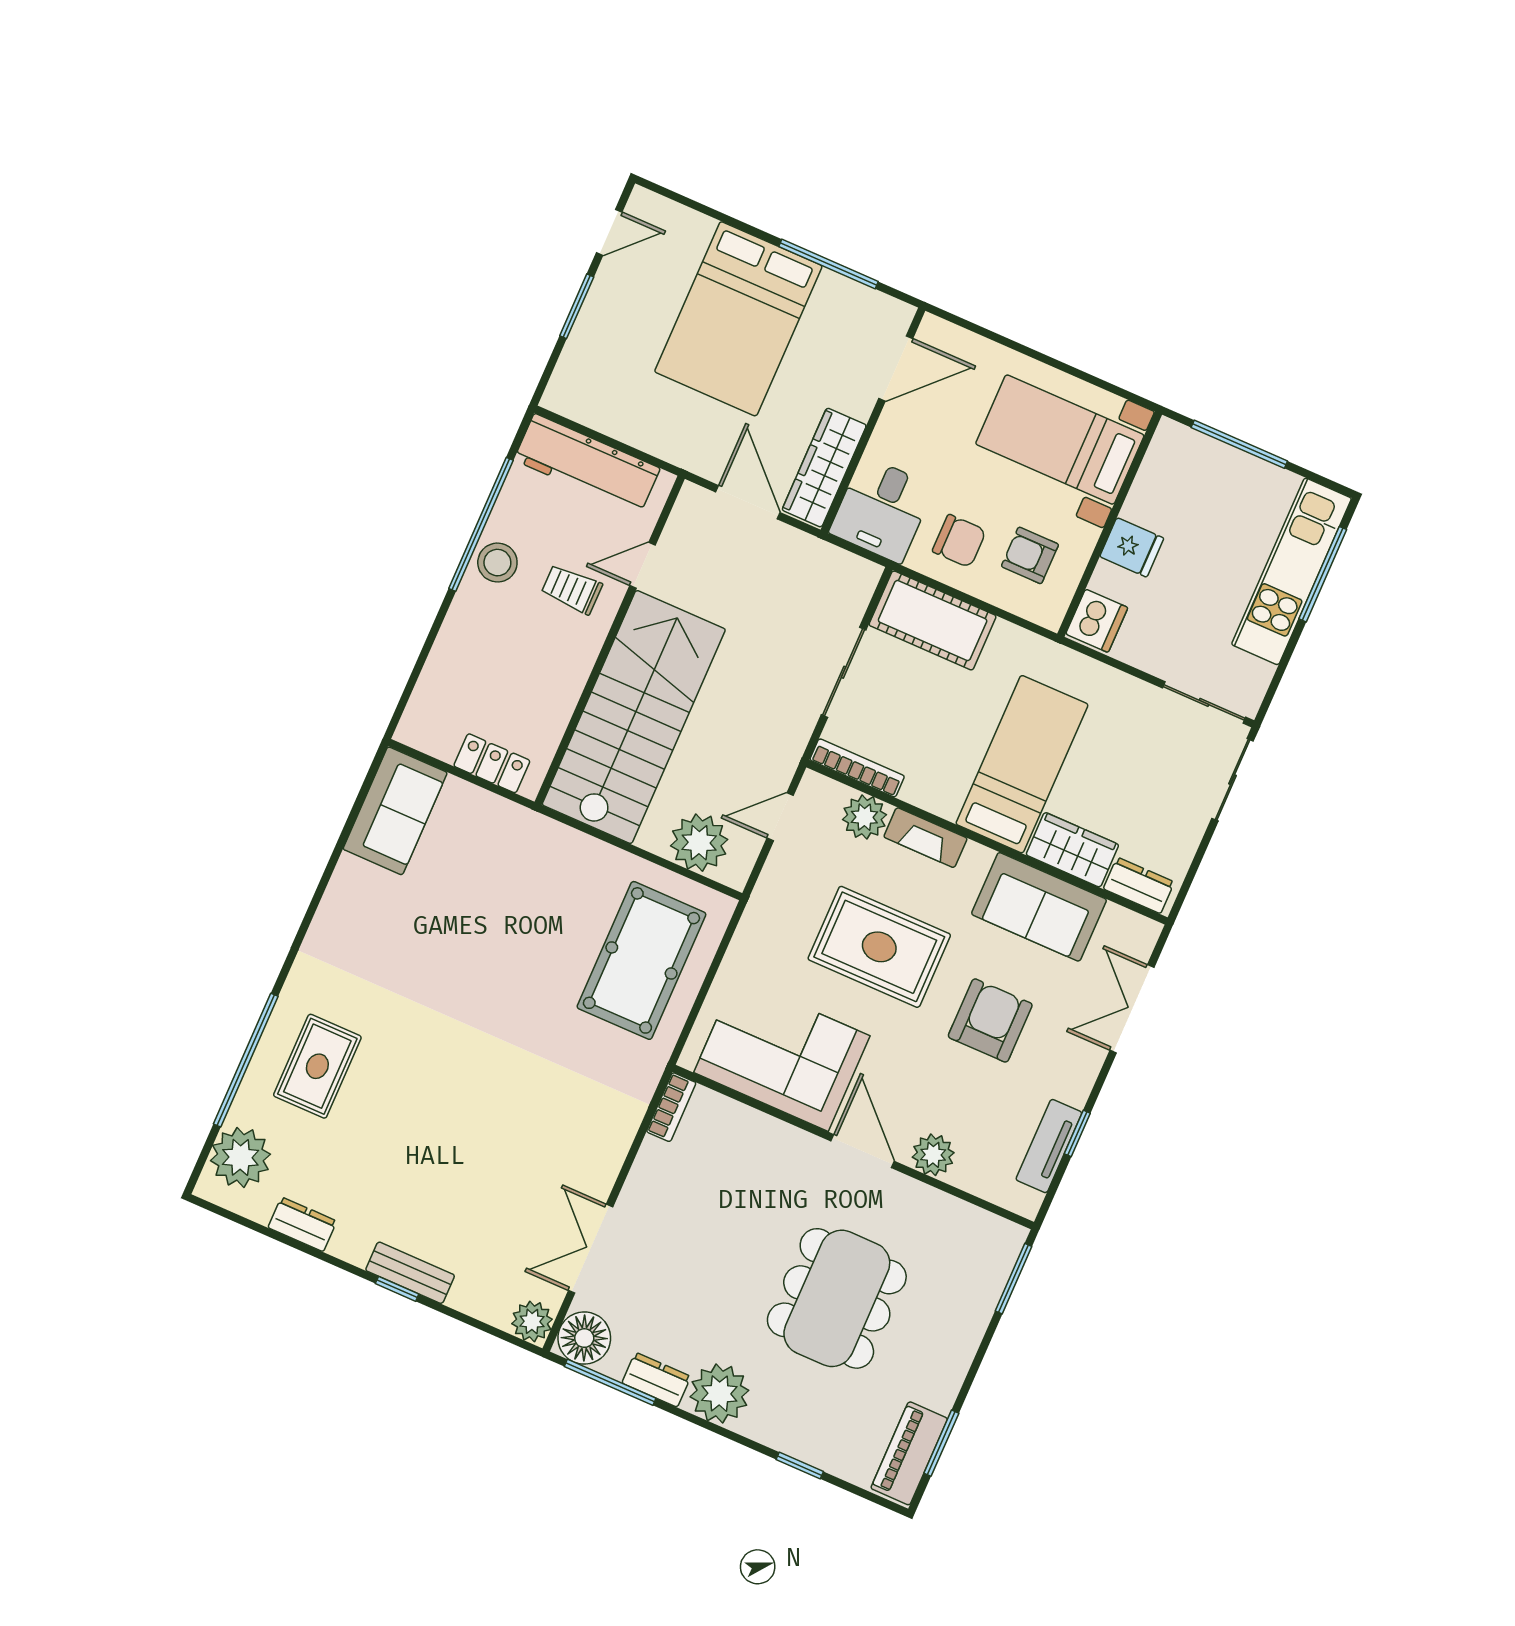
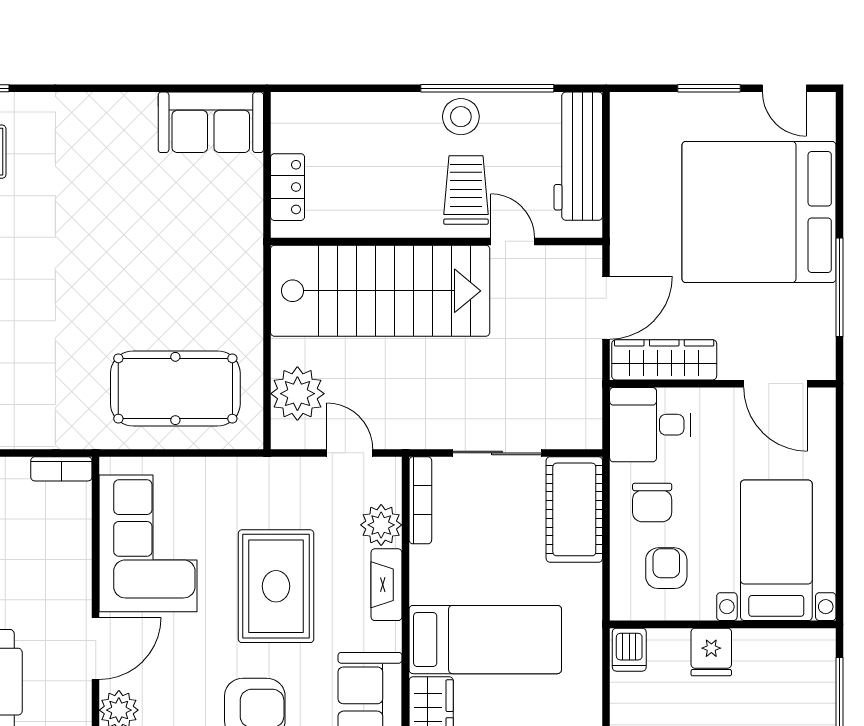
bed: (738, 319) -> (759, 212), width x1.36
trolley: (572, 589) -> (466, 190), width x1.36, depth x1.39
dishwasher: (1097, 621) -> (629, 650), width x0.73

